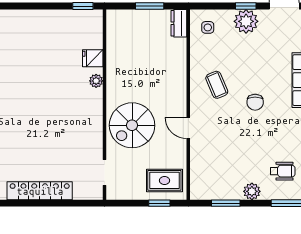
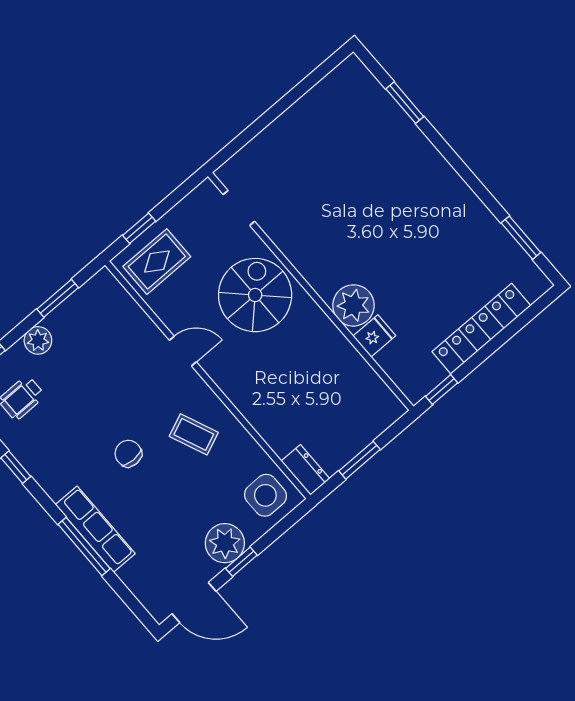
side table: (208, 27) -> (265, 495), width x1.87, depth x1.87
plant: (96, 81) -> (354, 305), width x1.88, depth x1.88
locker: (40, 191) -> (481, 329), moved, turned 180

